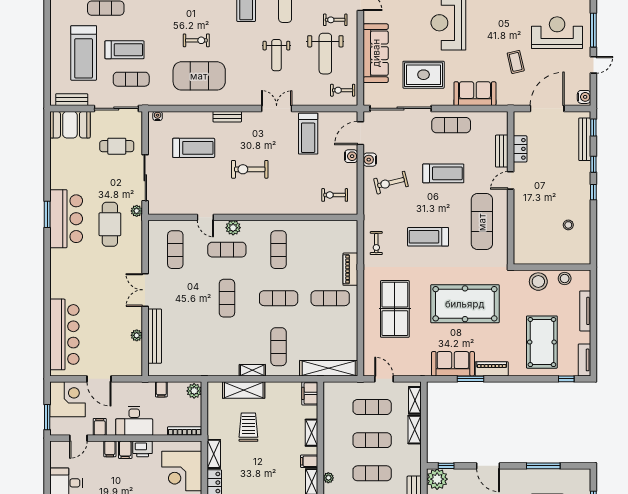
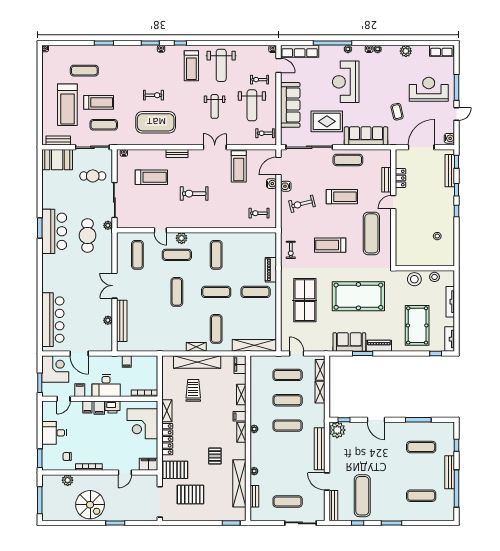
sofa: (475, 94) -> (366, 136), width x1.36
shelving: (244, 390) -> (197, 362), width x1.47
plant: (194, 391) -> (152, 363), removed

